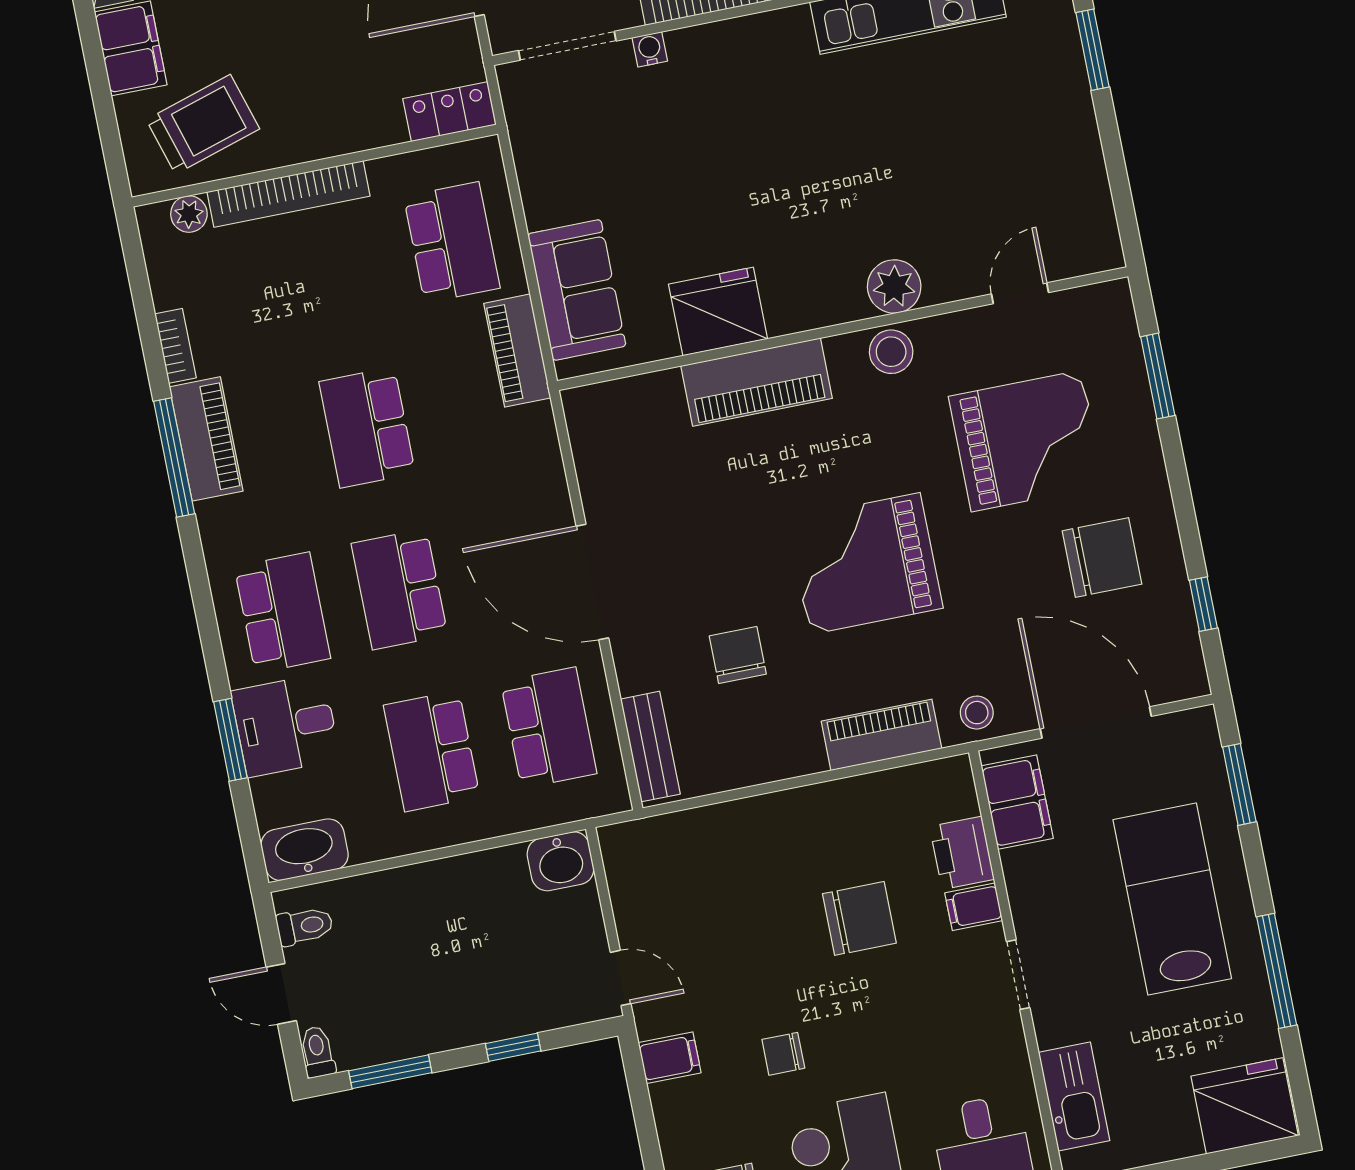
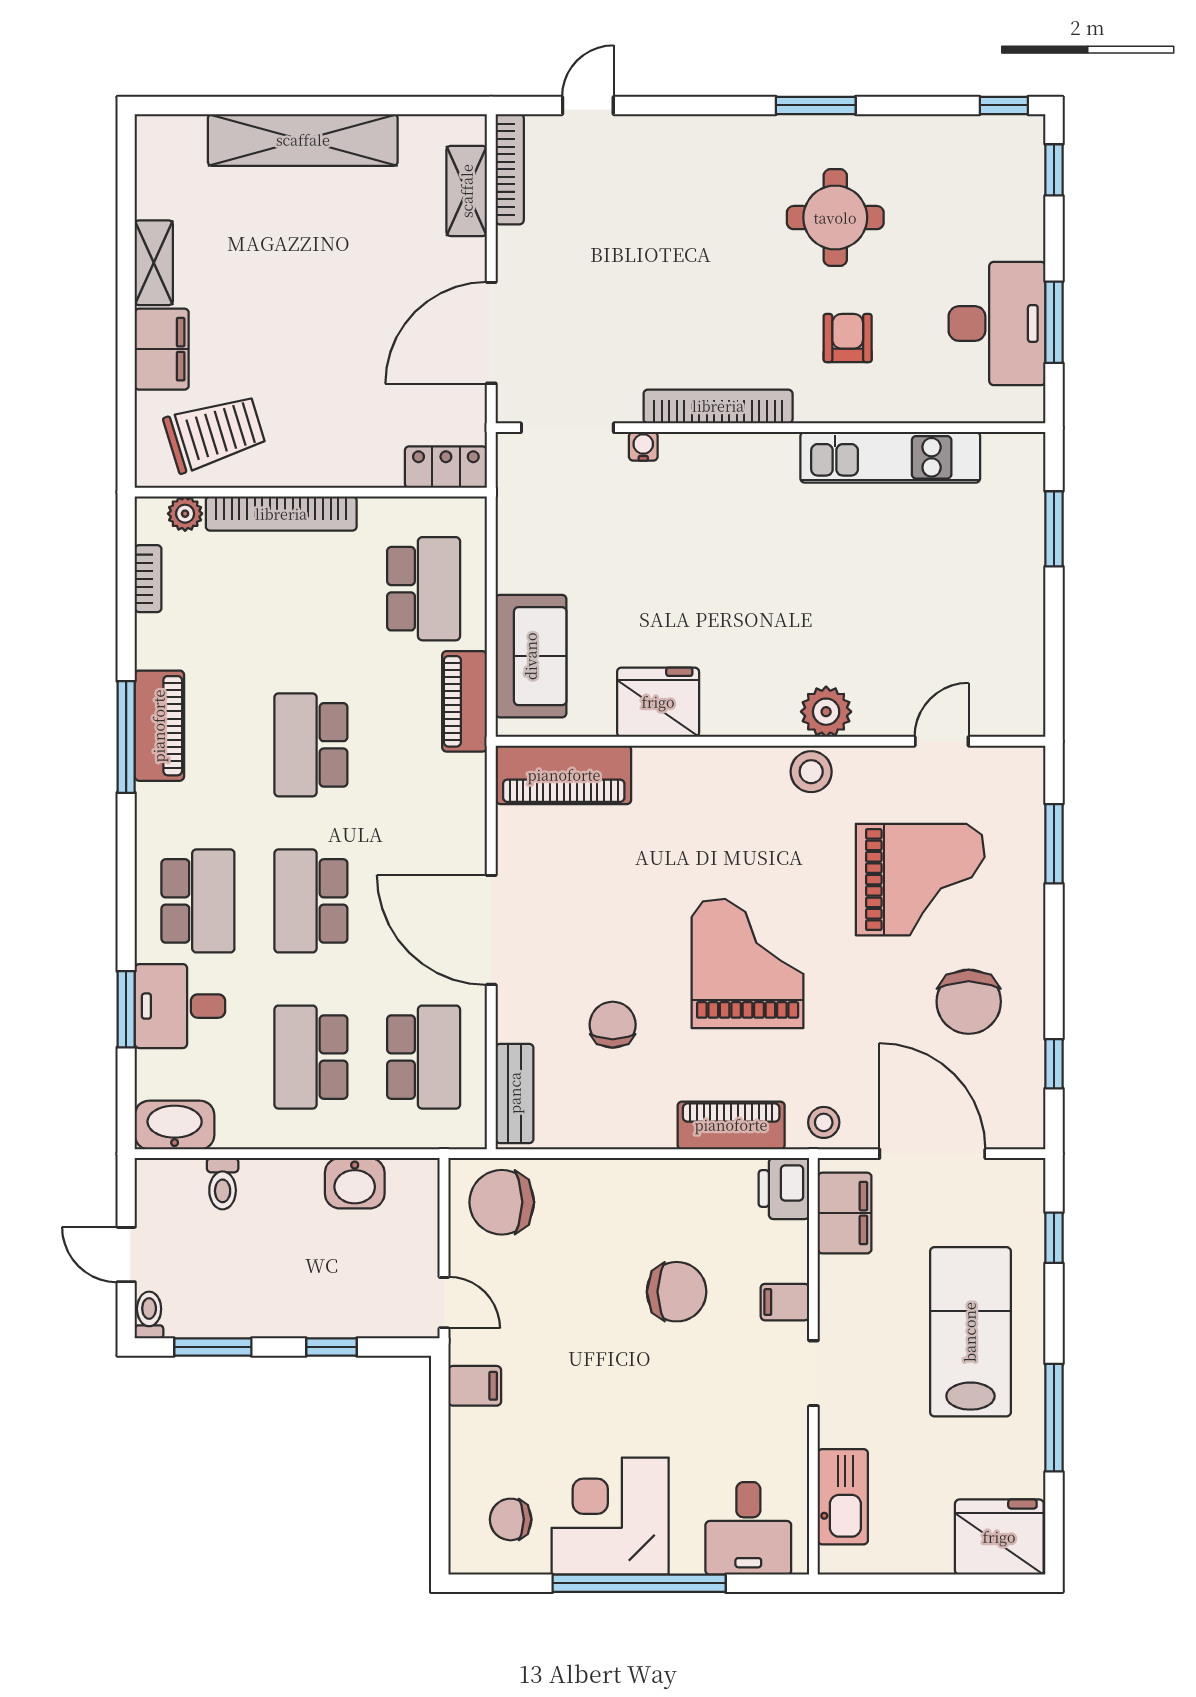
bookcase: (175, 346) -> (148, 579), moved
piano: (756, 382) -> (564, 775), moved
chair: (1102, 557) -> (969, 1002), turned 90
grand piano: (865, 564) -> (748, 963), turned 90
window: (1239, 784) -> (1054, 1238), width x0.67
printer: (962, 853) -> (784, 1188), moved
washbasin: (561, 861) -> (355, 1183), moved
toilet: (305, 926) -> (223, 1184), moved, turned 90
chair: (783, 1054) -> (502, 1202), moved, width x1.87, depth x1.87

